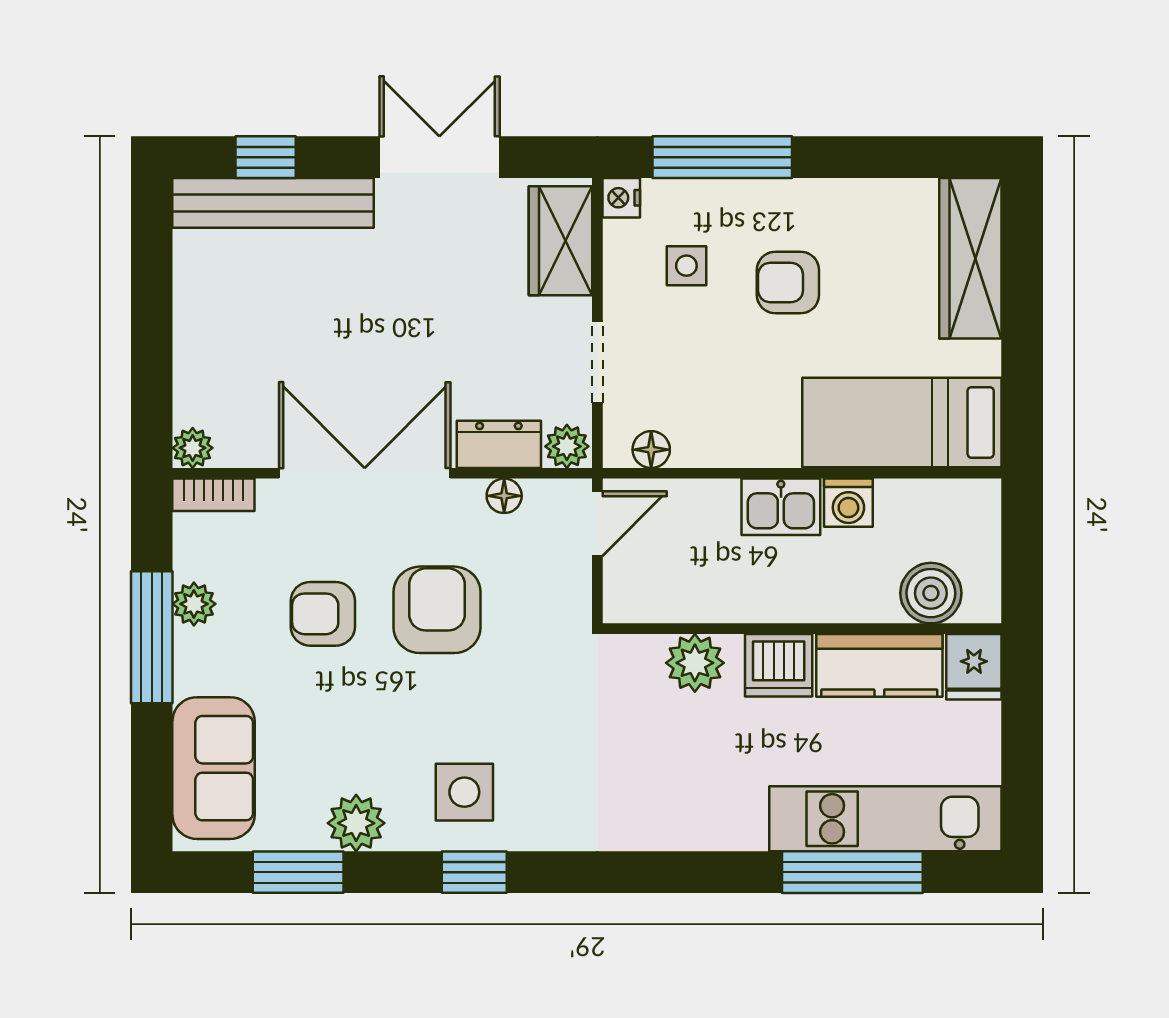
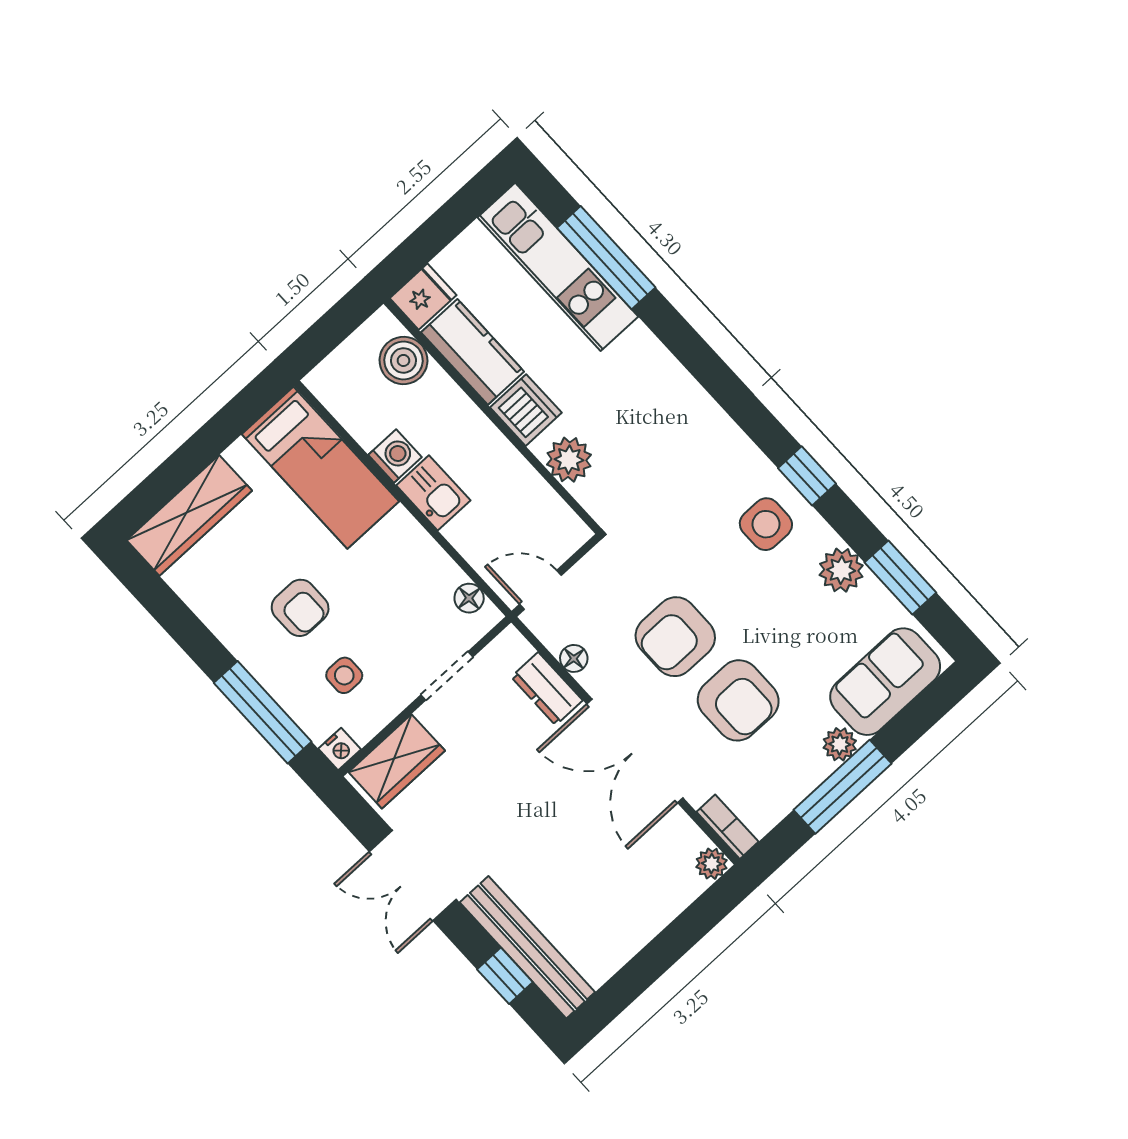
plant: (567, 446) -> (512, 648), removed
plant: (194, 604) -> (840, 744), moved
armchair: (323, 614) -> (738, 700), width x1.38, depth x1.38

